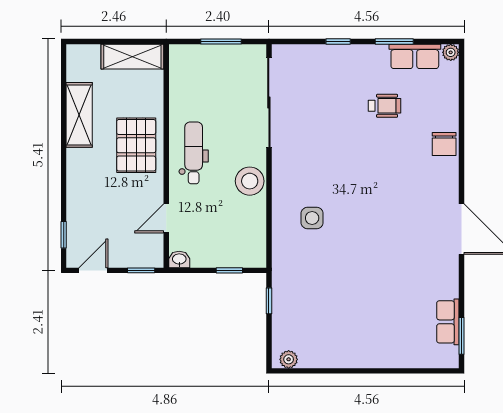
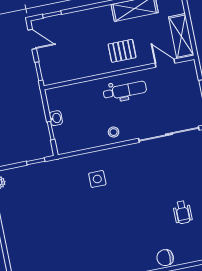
pallet: (136, 145) -> (122, 51), width x0.67, depth x0.71
stool: (250, 181) -> (114, 132), width x0.53, depth x0.53
door: (166, 218) -> (165, 63), moved
washbasin: (179, 259) -> (56, 118), moved

